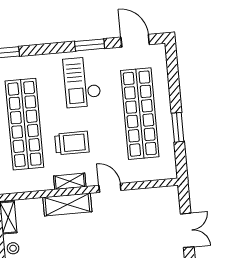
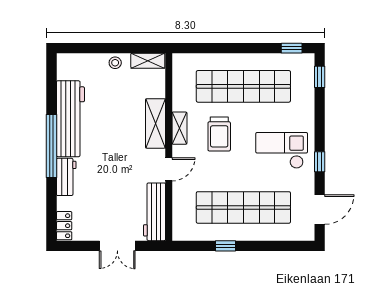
window: (90, 45) -> (320, 162), width x0.67
window: (178, 127) -> (225, 246), width x0.67
workbench: (152, 198) -> (155, 212), added

